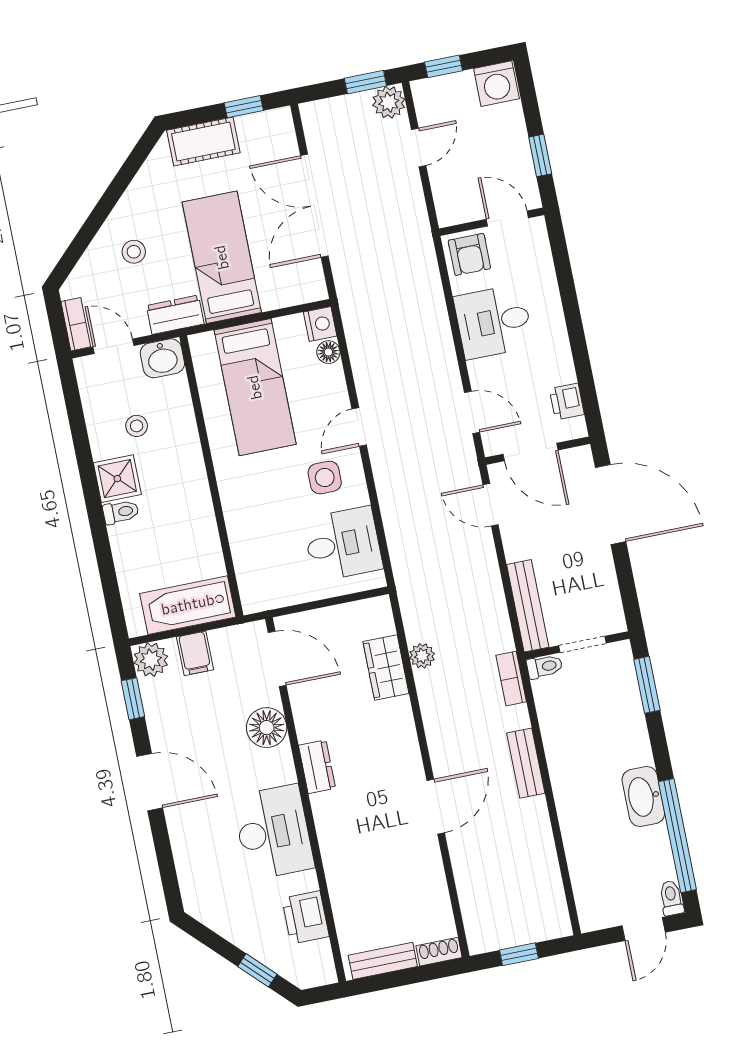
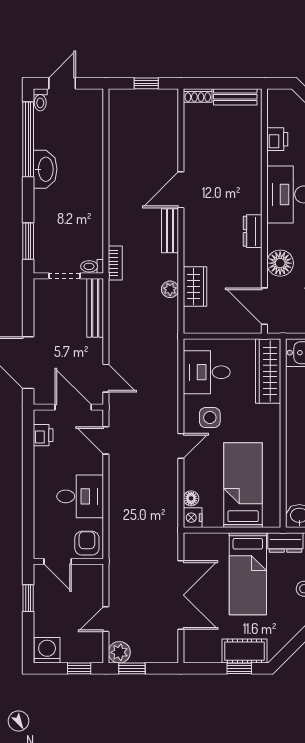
window: (244, 107) -> (239, 668), moved
wardrobe: (252, 564) -> (268, 371), added
bench: (526, 763) -> (170, 231), moved
printer: (305, 917) -> (277, 139), width x0.73, depth x0.81

